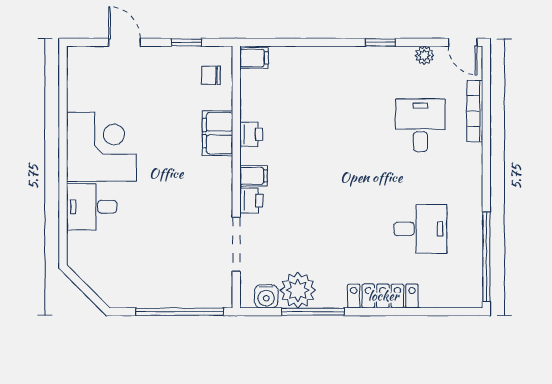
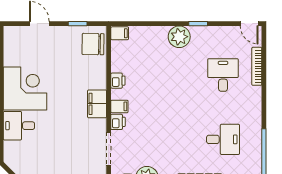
plant: (424, 55) -> (179, 37), moved, width x1.87, depth x1.87
chair: (211, 75) -> (93, 44), width x1.87, depth x1.87
filing cabinet: (218, 133) -> (97, 104), moved

